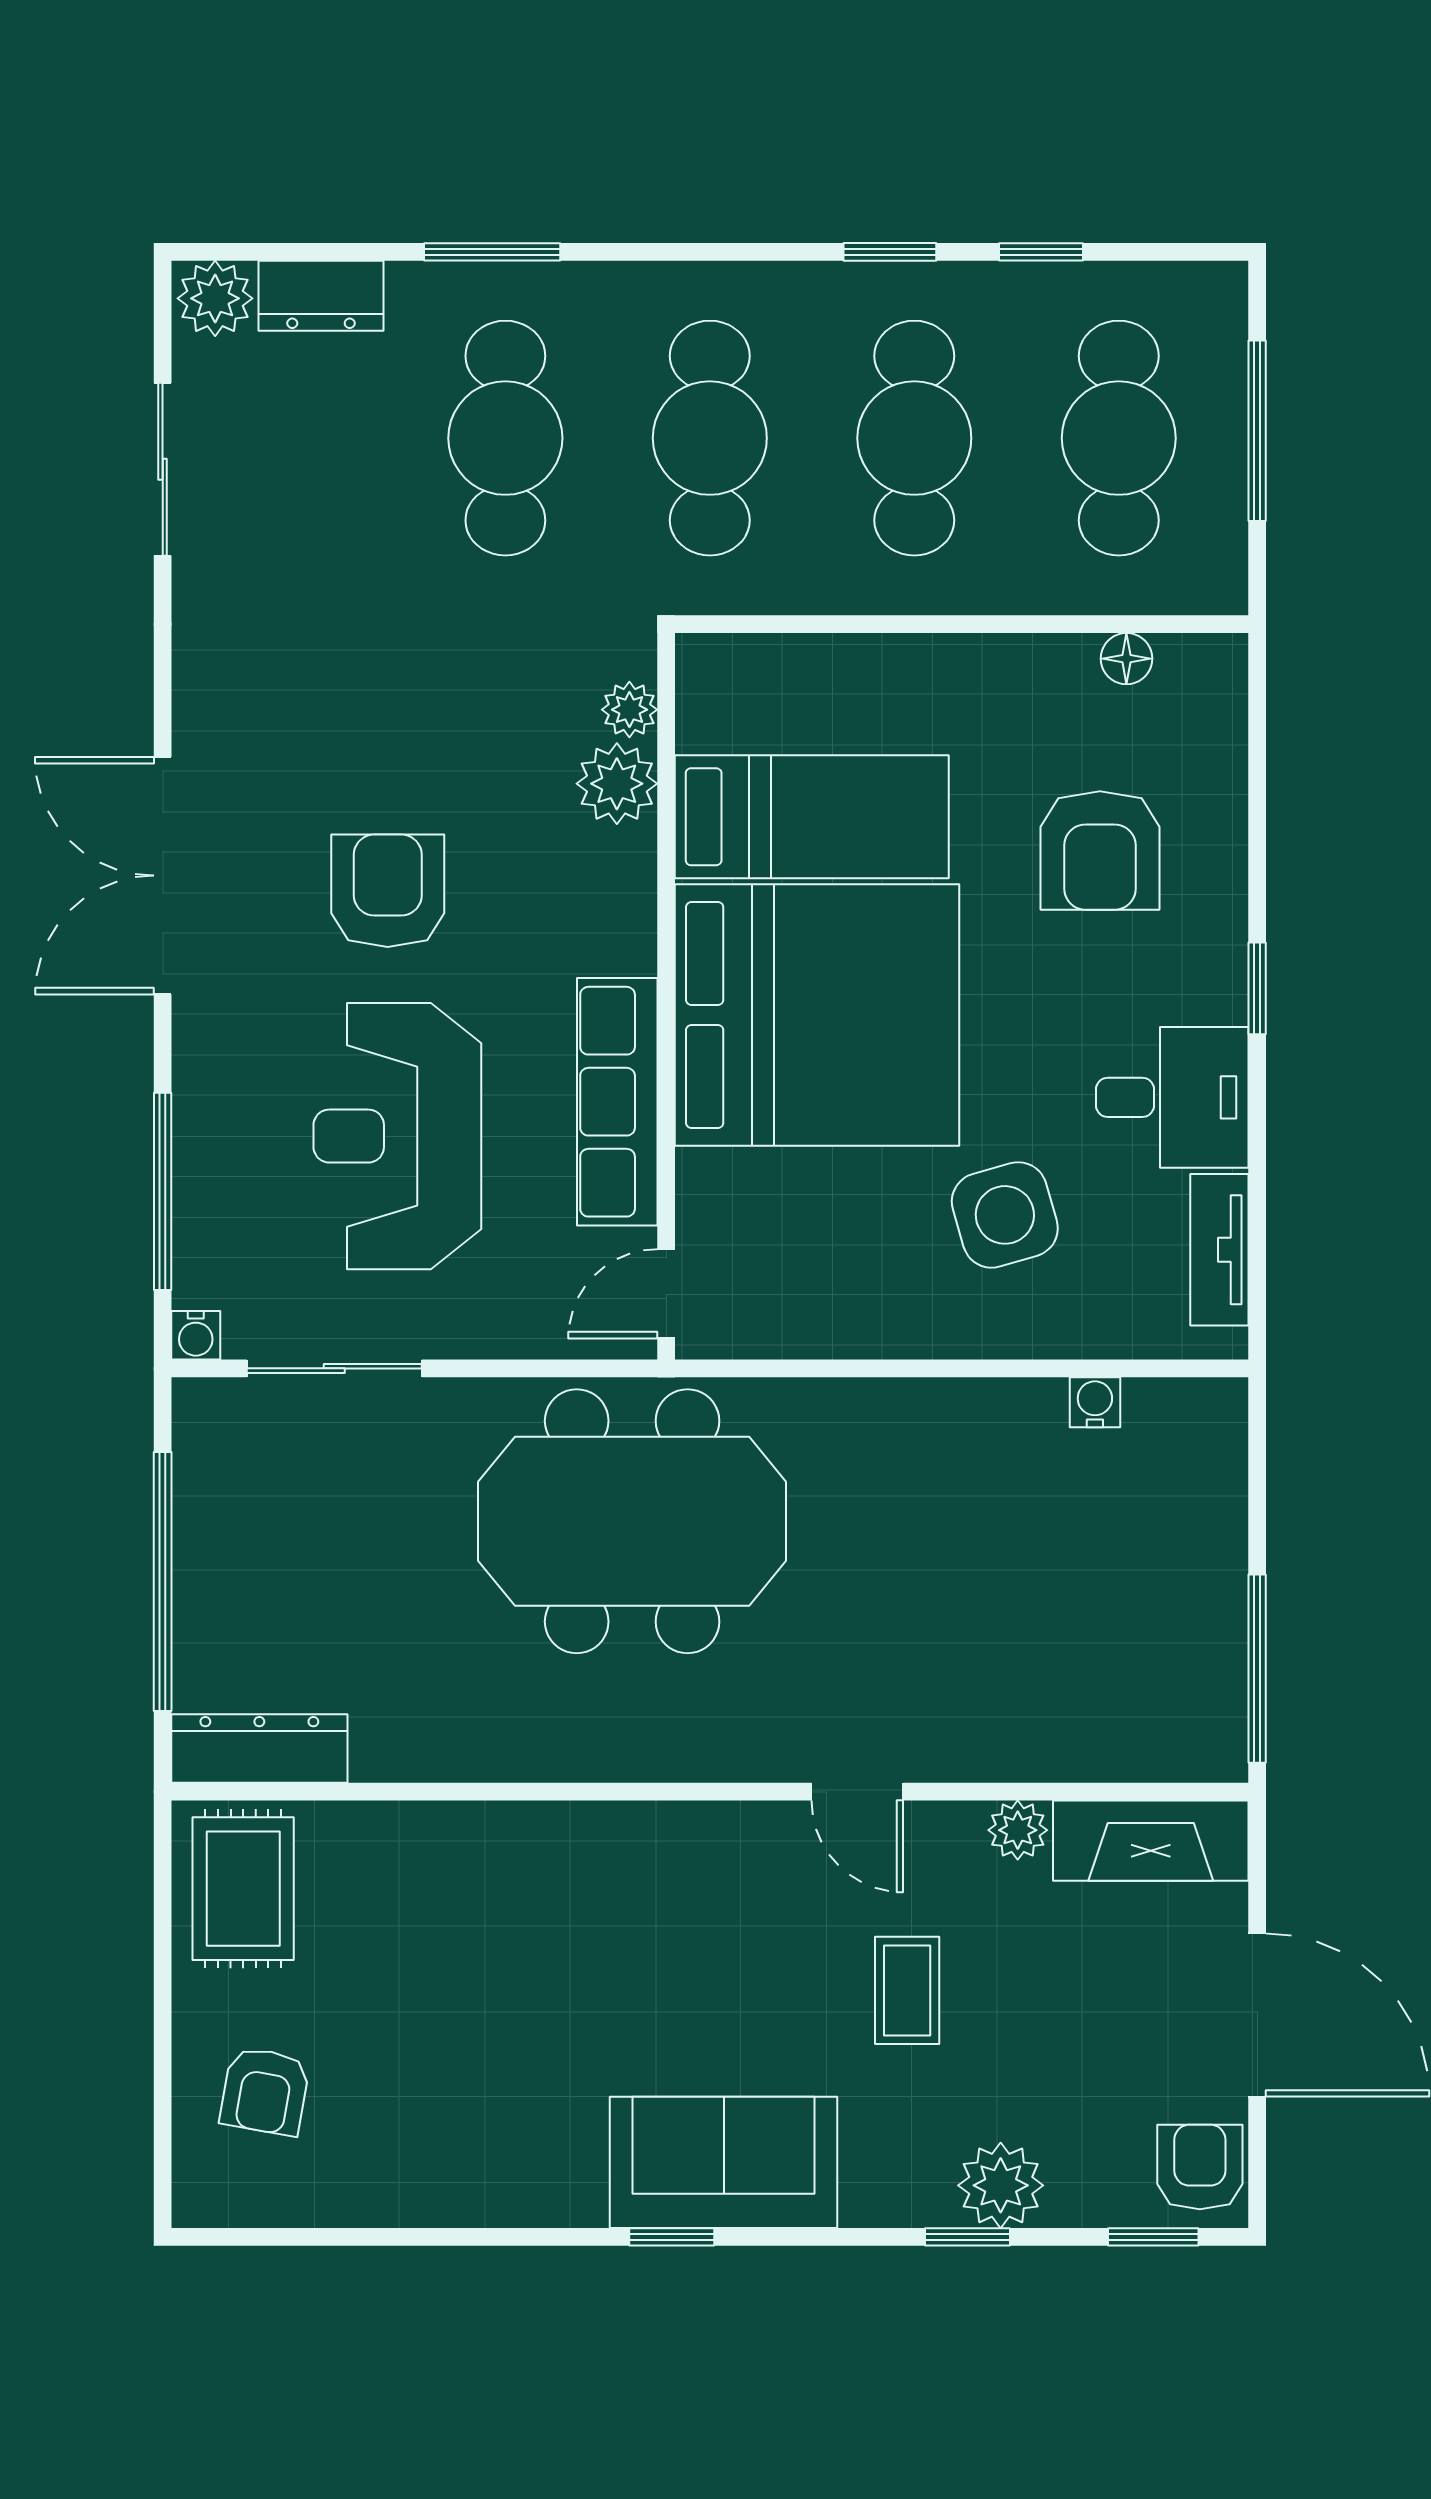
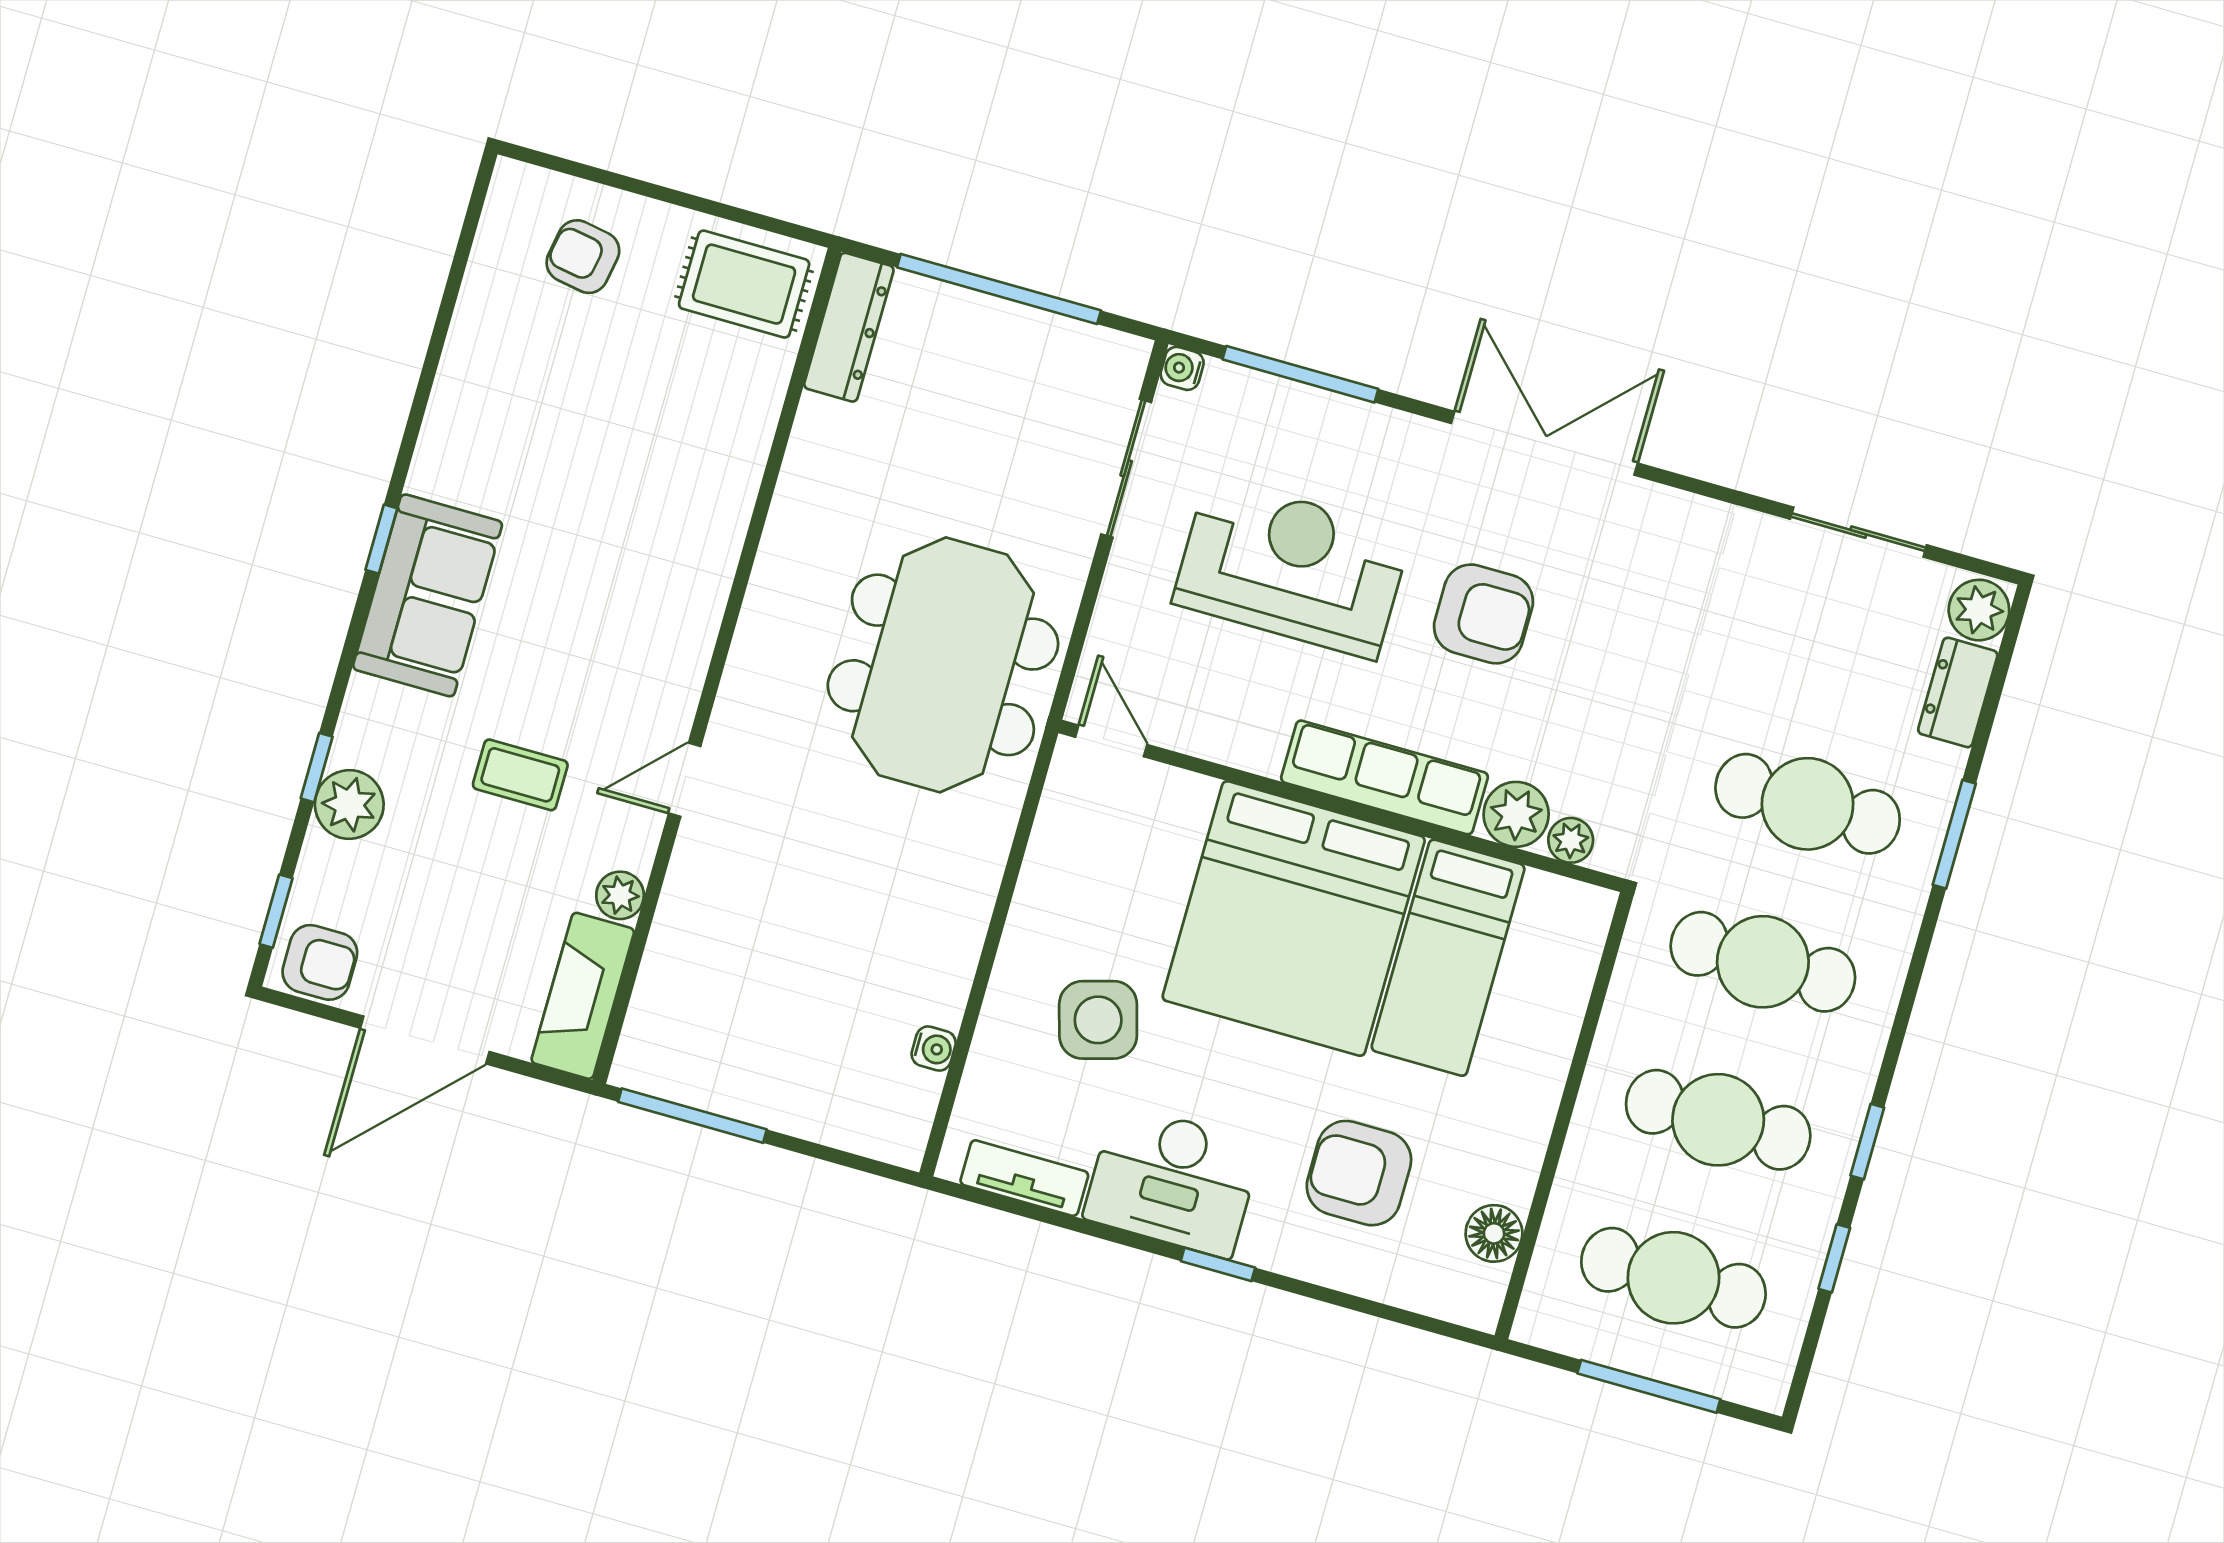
floor lamp: (1126, 659) -> (1494, 1233), width x1.37, depth x1.37
desk: (1172, 1097) -> (1173, 1181), width x1.37
row of seats: (617, 1102) -> (1384, 777), moved

